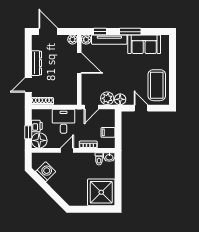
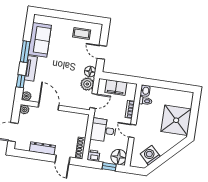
tv unit: (109, 40) -> (31, 68), width x0.71
door: (79, 63) -> (49, 106), hinge flipped
coffee table: (157, 85) -> (82, 33), width x0.54, depth x0.58
door: (91, 107) -> (93, 101), hinge flipped
door: (141, 108) -> (102, 52), hinge flipped
printer: (37, 126) -> (93, 156), moved
filing cabinet: (108, 132) -> (116, 87), width x2.00
shower: (101, 192) -> (176, 120), moved

